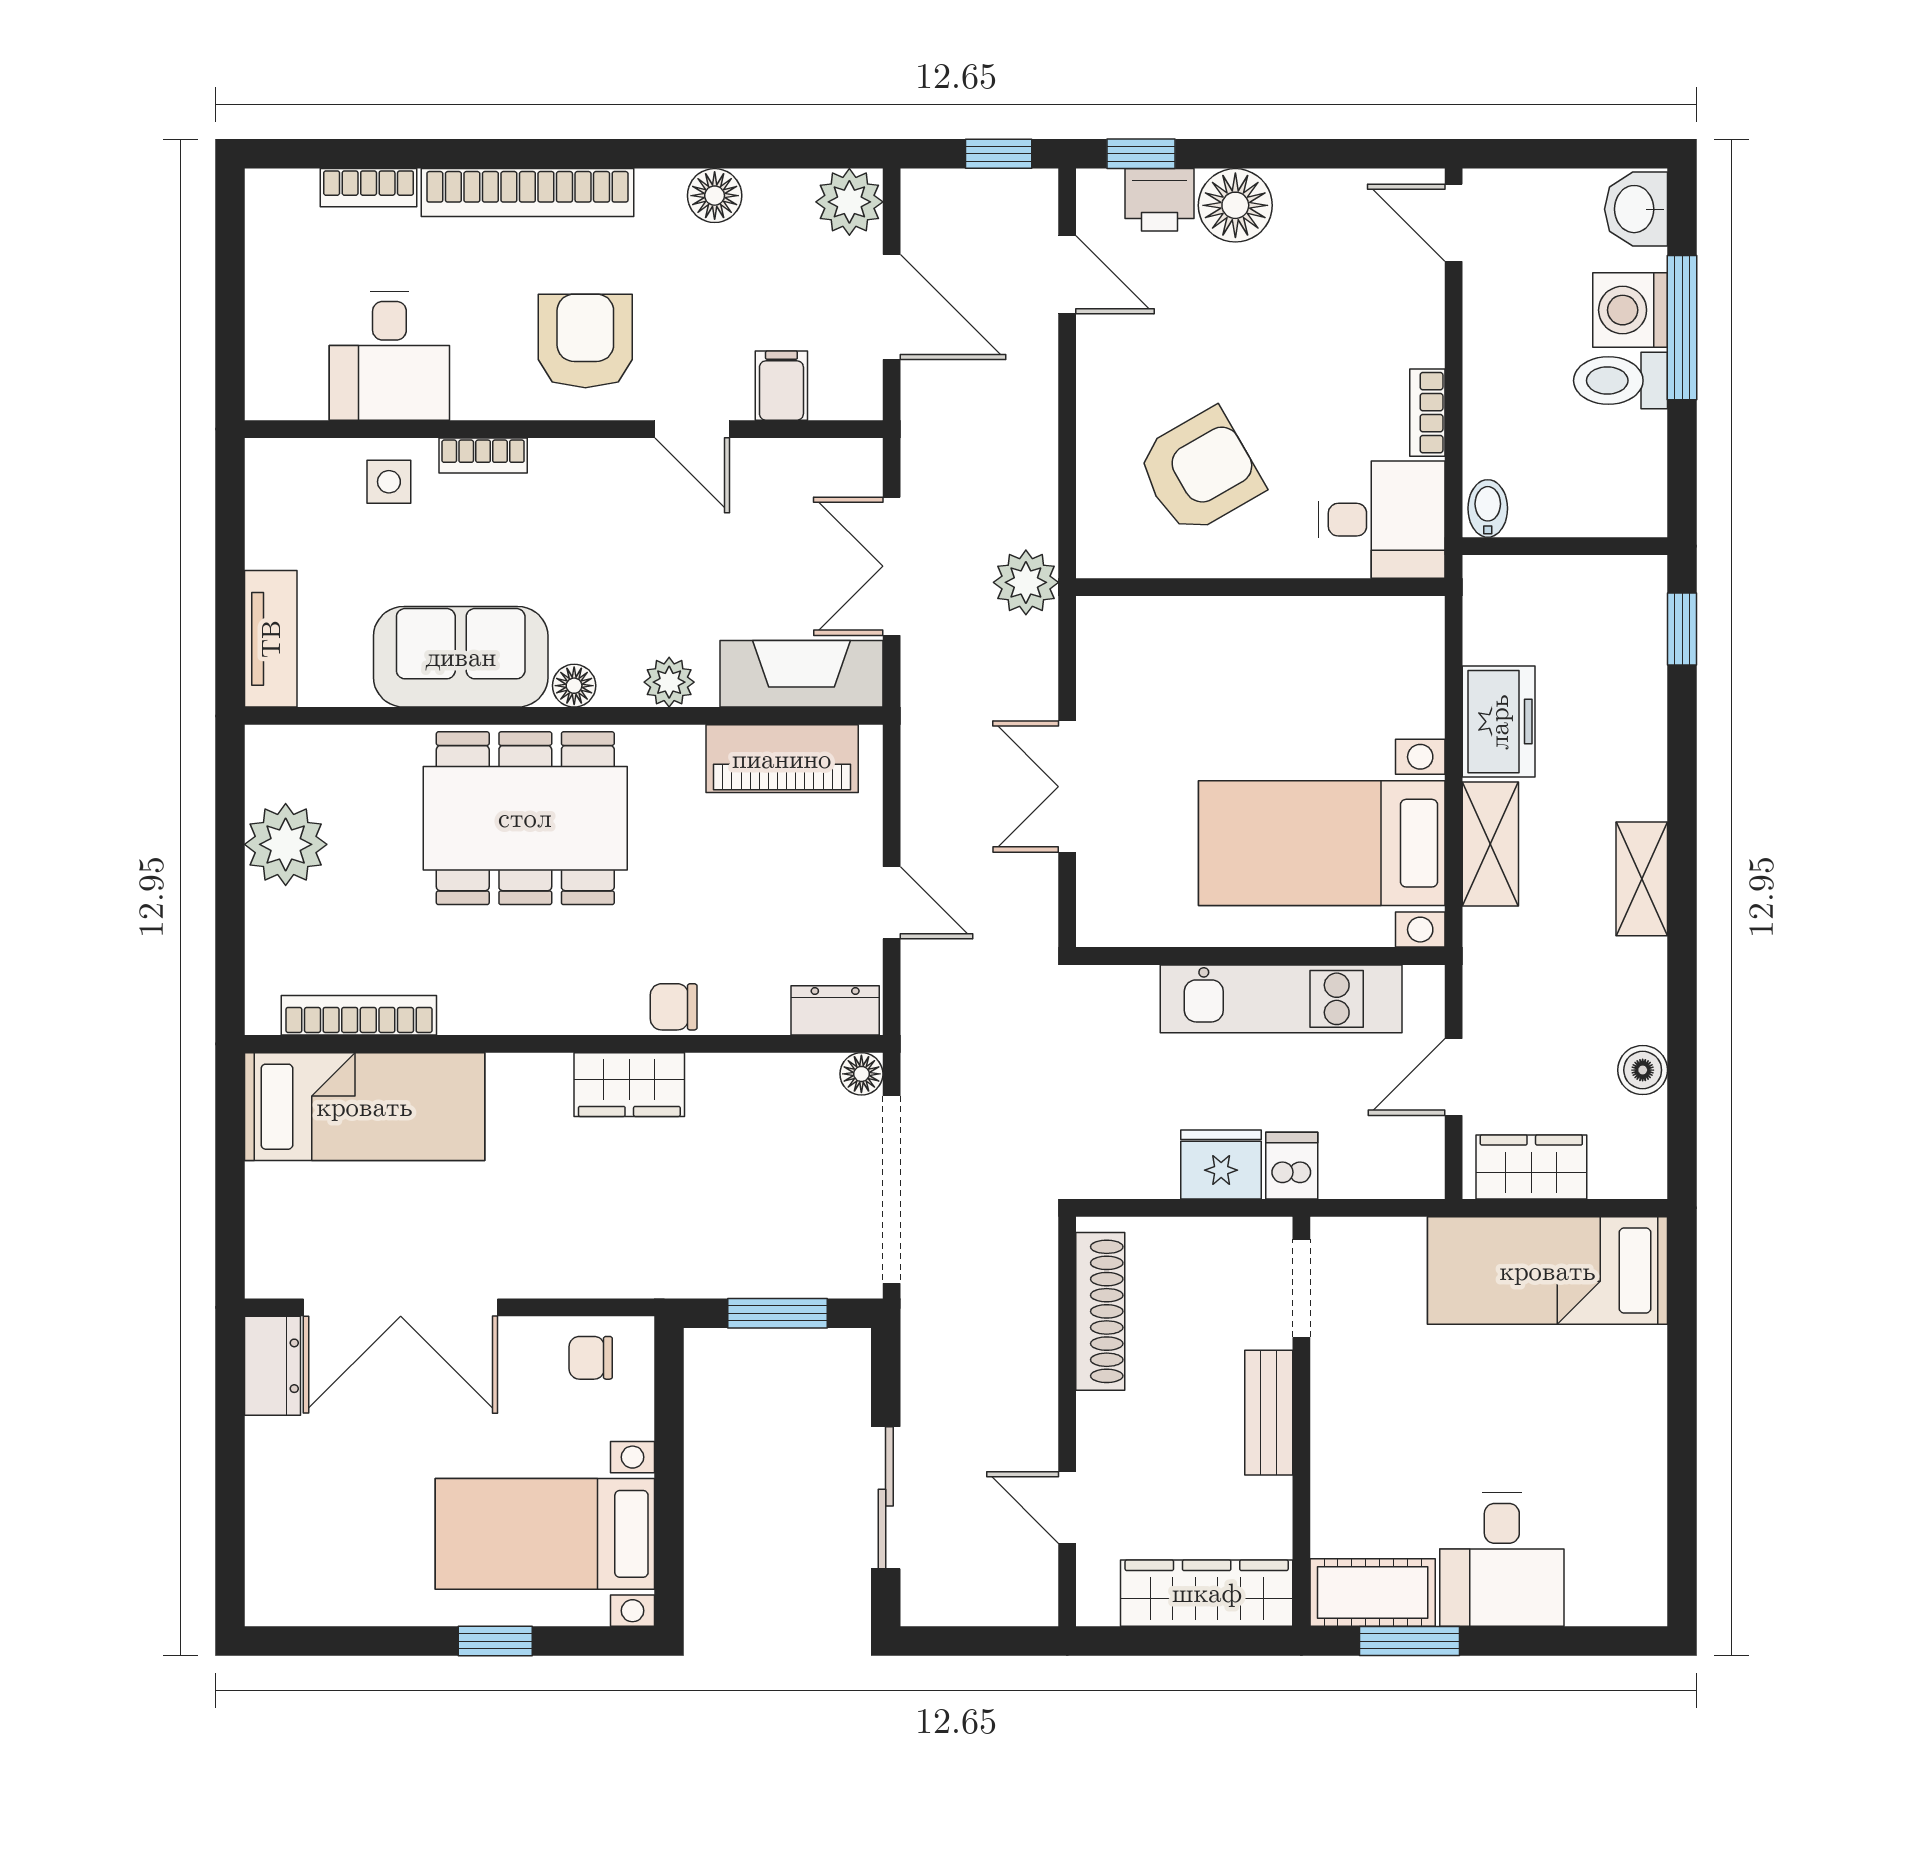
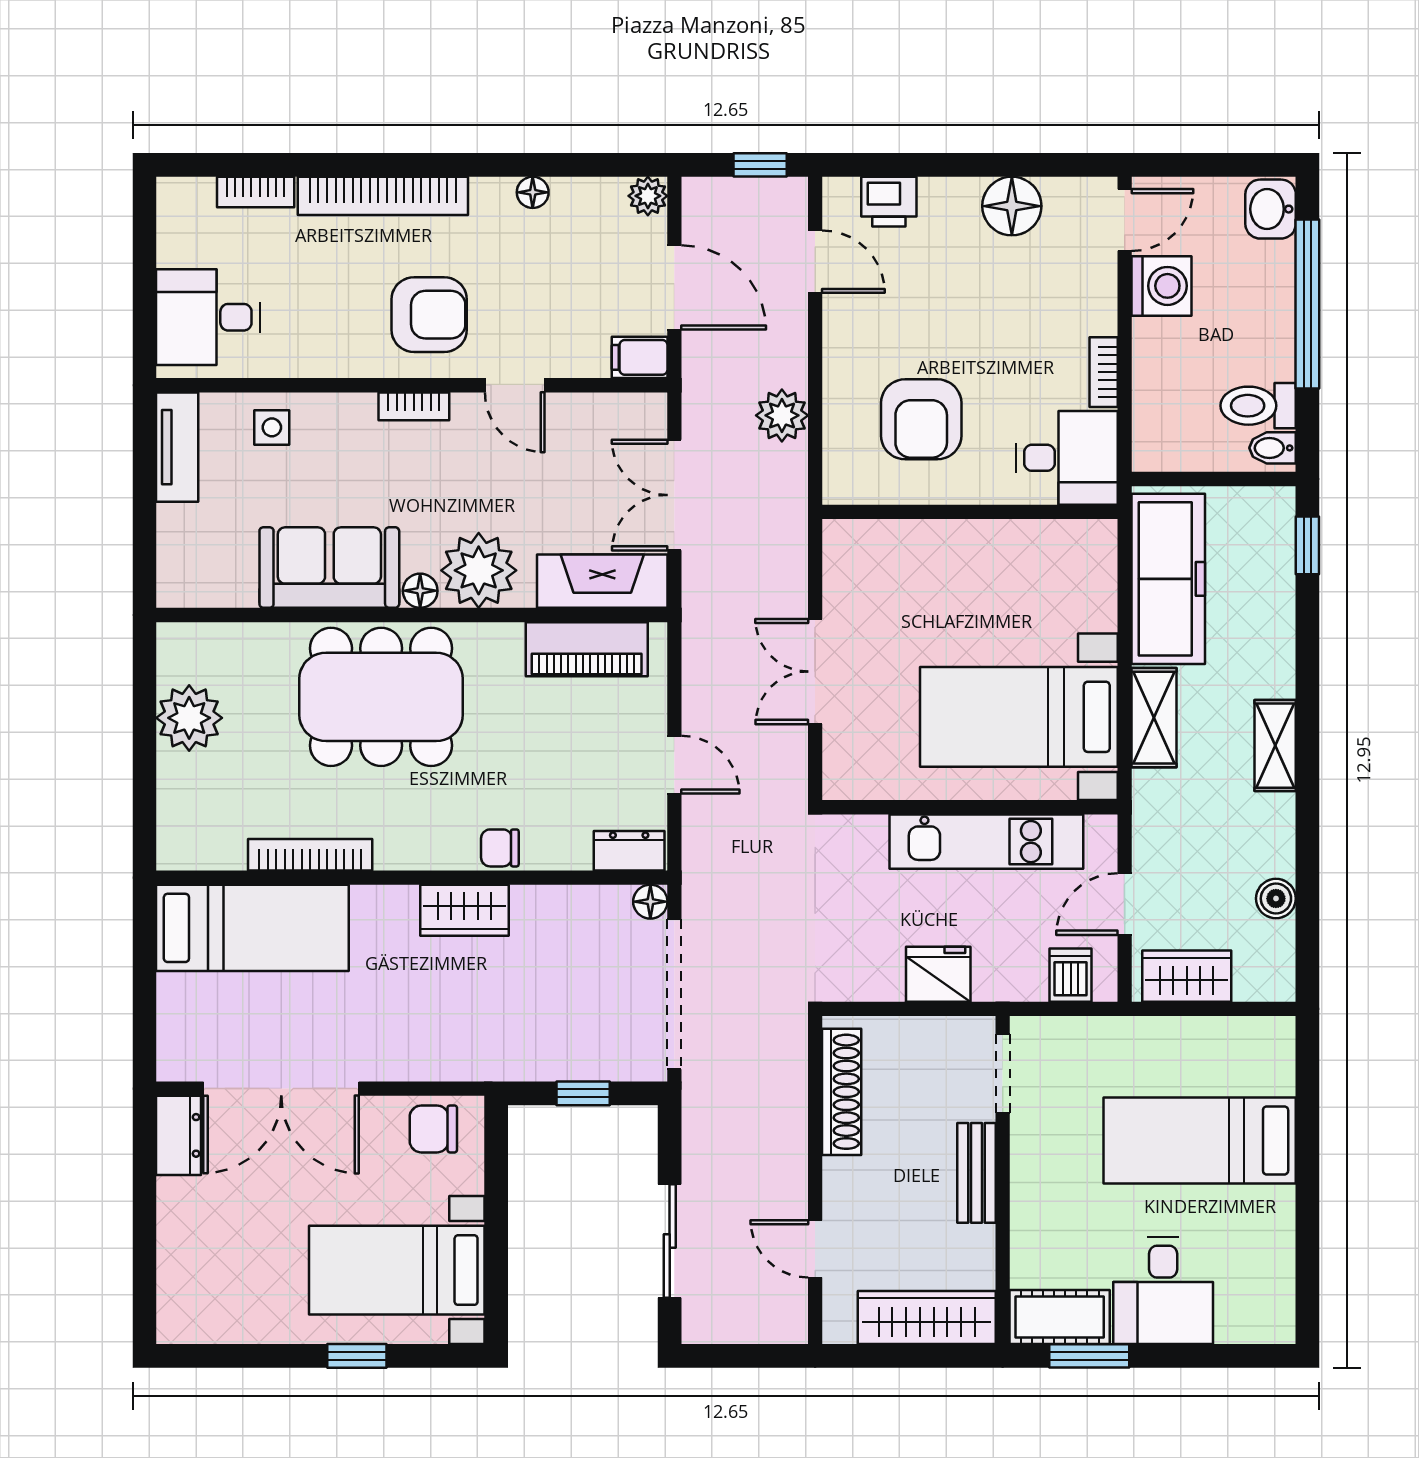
window: (1141, 154) -> (874, 165), removed
floor lamp: (715, 196) -> (533, 192), width x0.73, depth x0.73
plant: (849, 202) -> (648, 196), width x0.73, depth x0.73
floor lamp: (1235, 205) -> (1012, 206), moved
door: (1454, 223) -> (1125, 220), swing flipped
washing machine: (1630, 310) -> (1161, 286), moved, turned 180
window: (1682, 328) -> (1307, 304), width x1.46
armchair: (585, 341) -> (429, 315), turned 90
desk: (389, 356) -> (208, 317), moved, turned 90
toilet: (1620, 381) -> (1258, 406), moved
filing cabinet: (781, 386) -> (640, 357), moved, turned -90
bookcase: (483, 455) -> (414, 406), moved
armchair: (1200, 472) -> (921, 419), turned 120
bidet: (1488, 508) -> (1273, 448), moved, turned -90
plant: (1026, 582) -> (782, 415), moved
tv unit: (271, 639) -> (177, 447), moved
plant: (669, 682) -> (479, 570), width x1.87, depth x1.87
freezer: (1499, 722) -> (1168, 579), width x1.91, depth x1.26
bookcase: (359, 1015) -> (310, 855), moved
dishwasher: (1292, 1166) -> (1071, 975), moved
bed: (1548, 1271) -> (1200, 1140), moved
window: (778, 1313) -> (583, 1093), width x0.67
chair: (591, 1358) -> (433, 1129), width x1.37, depth x1.37

